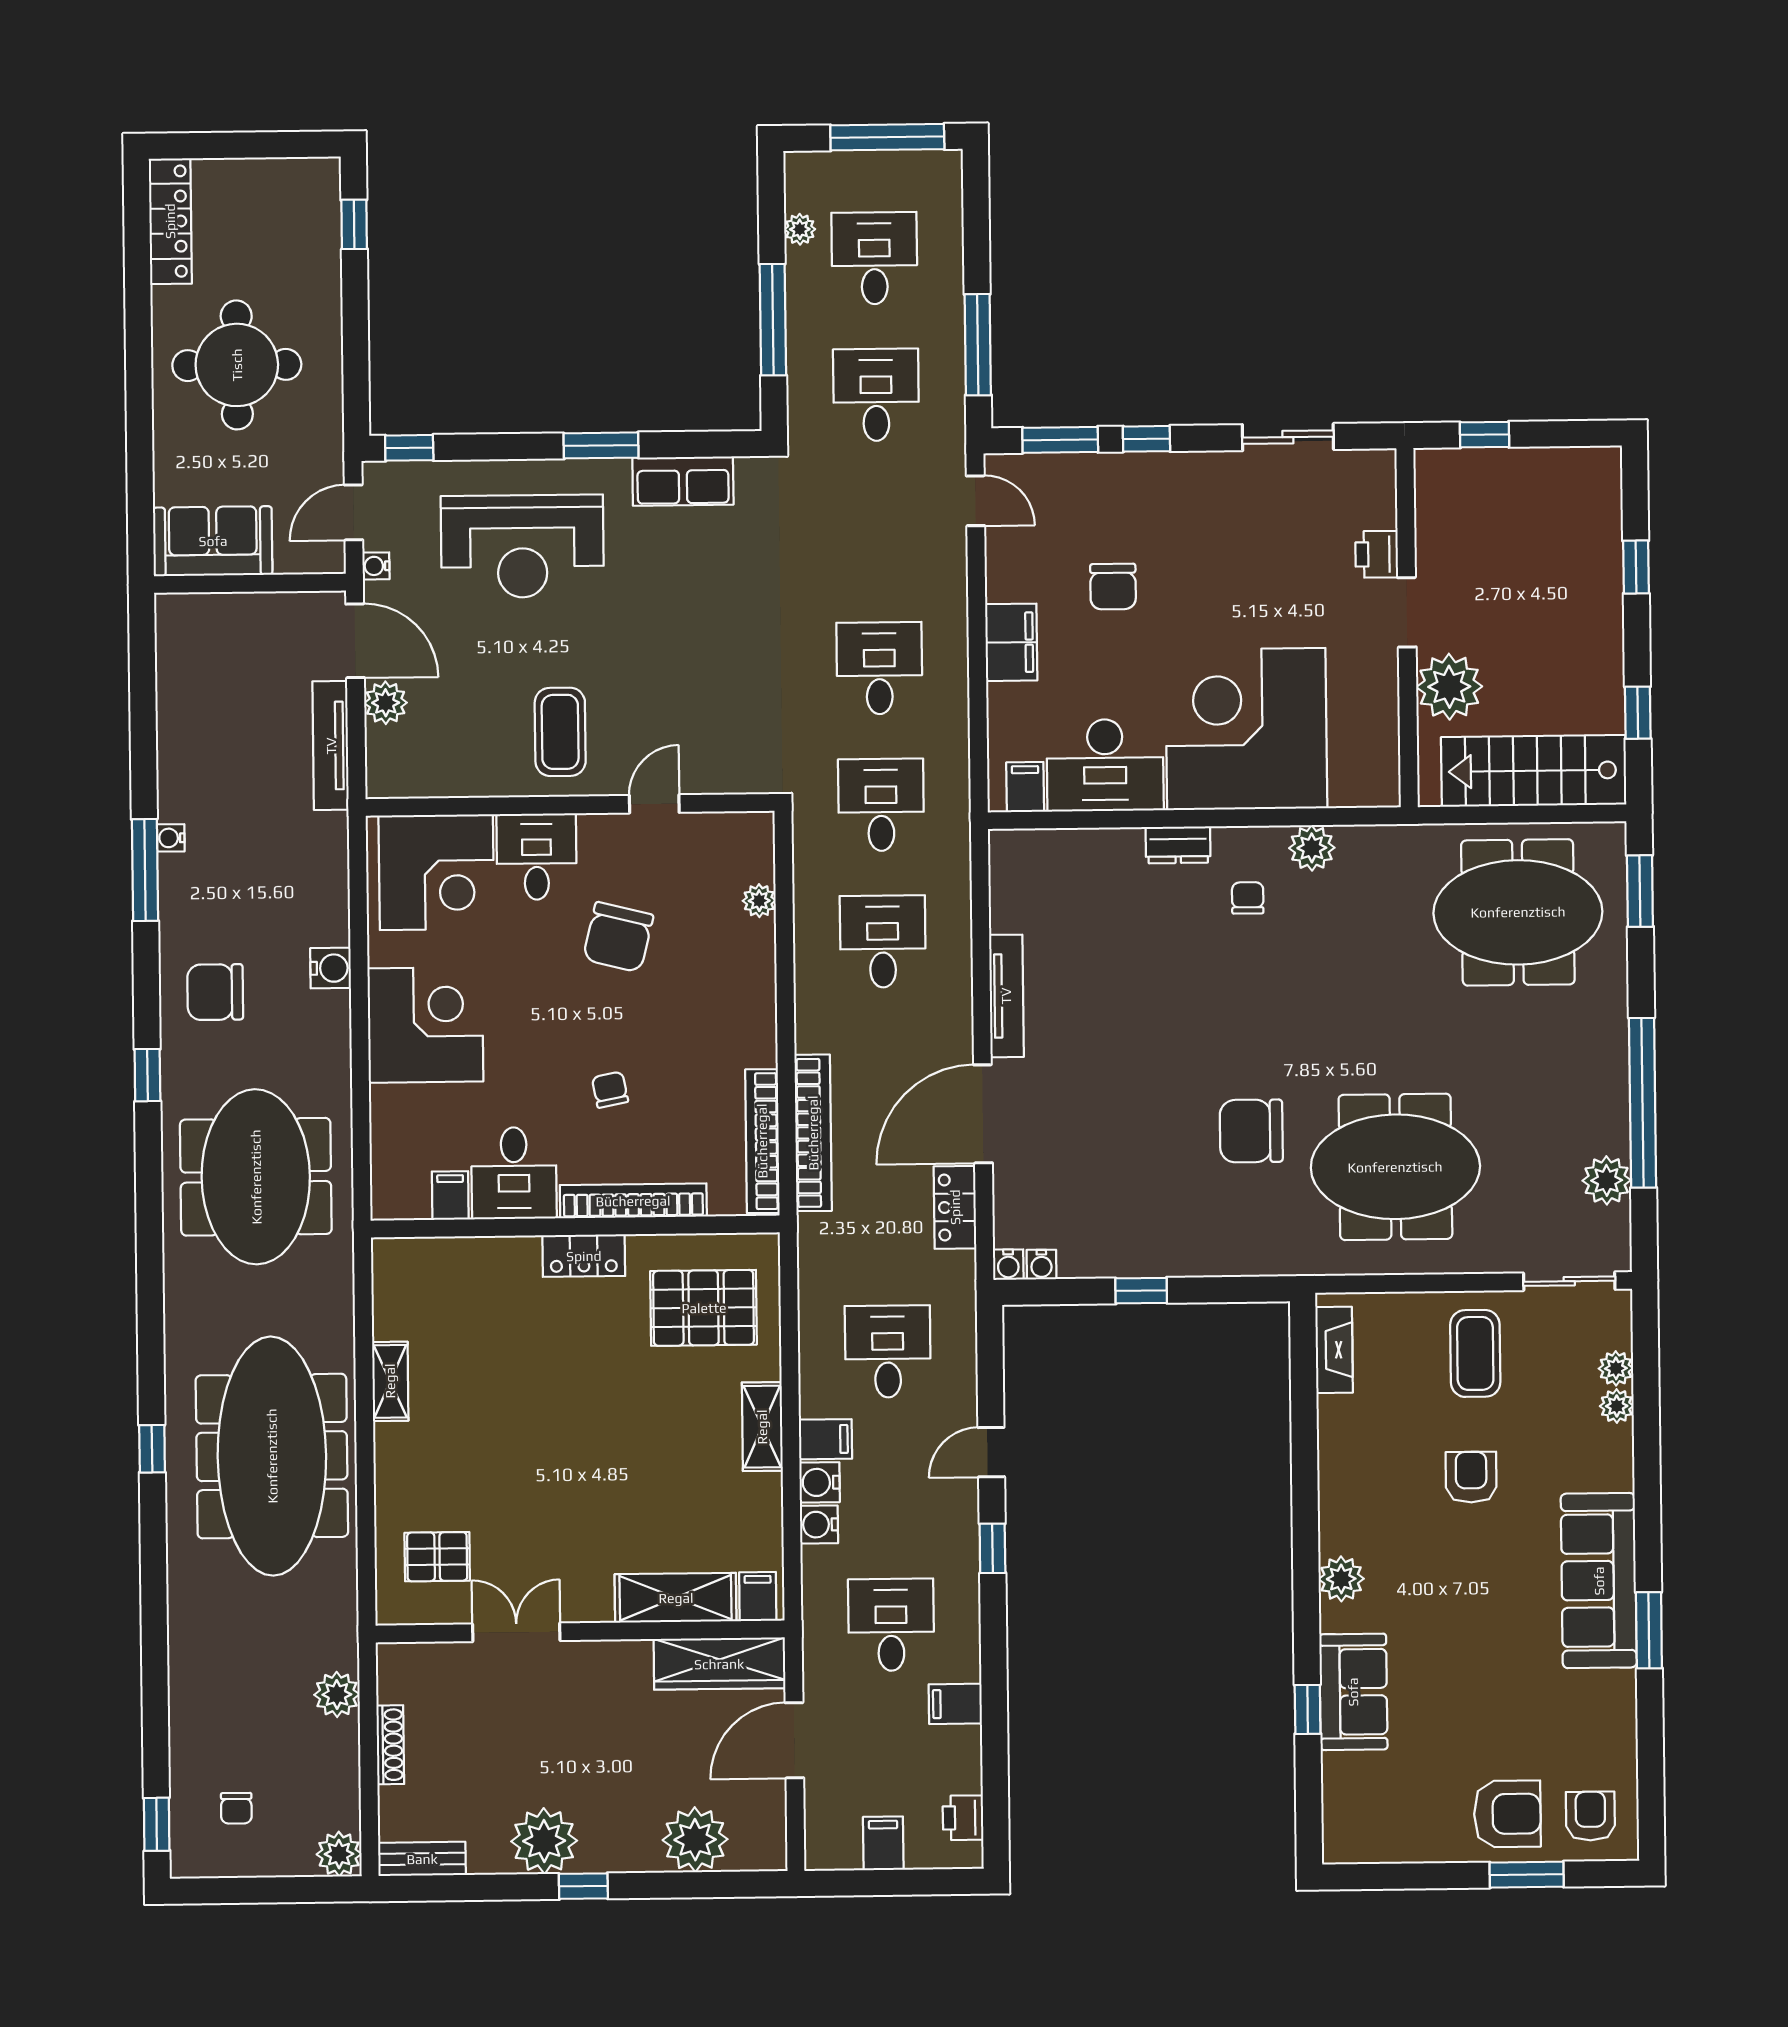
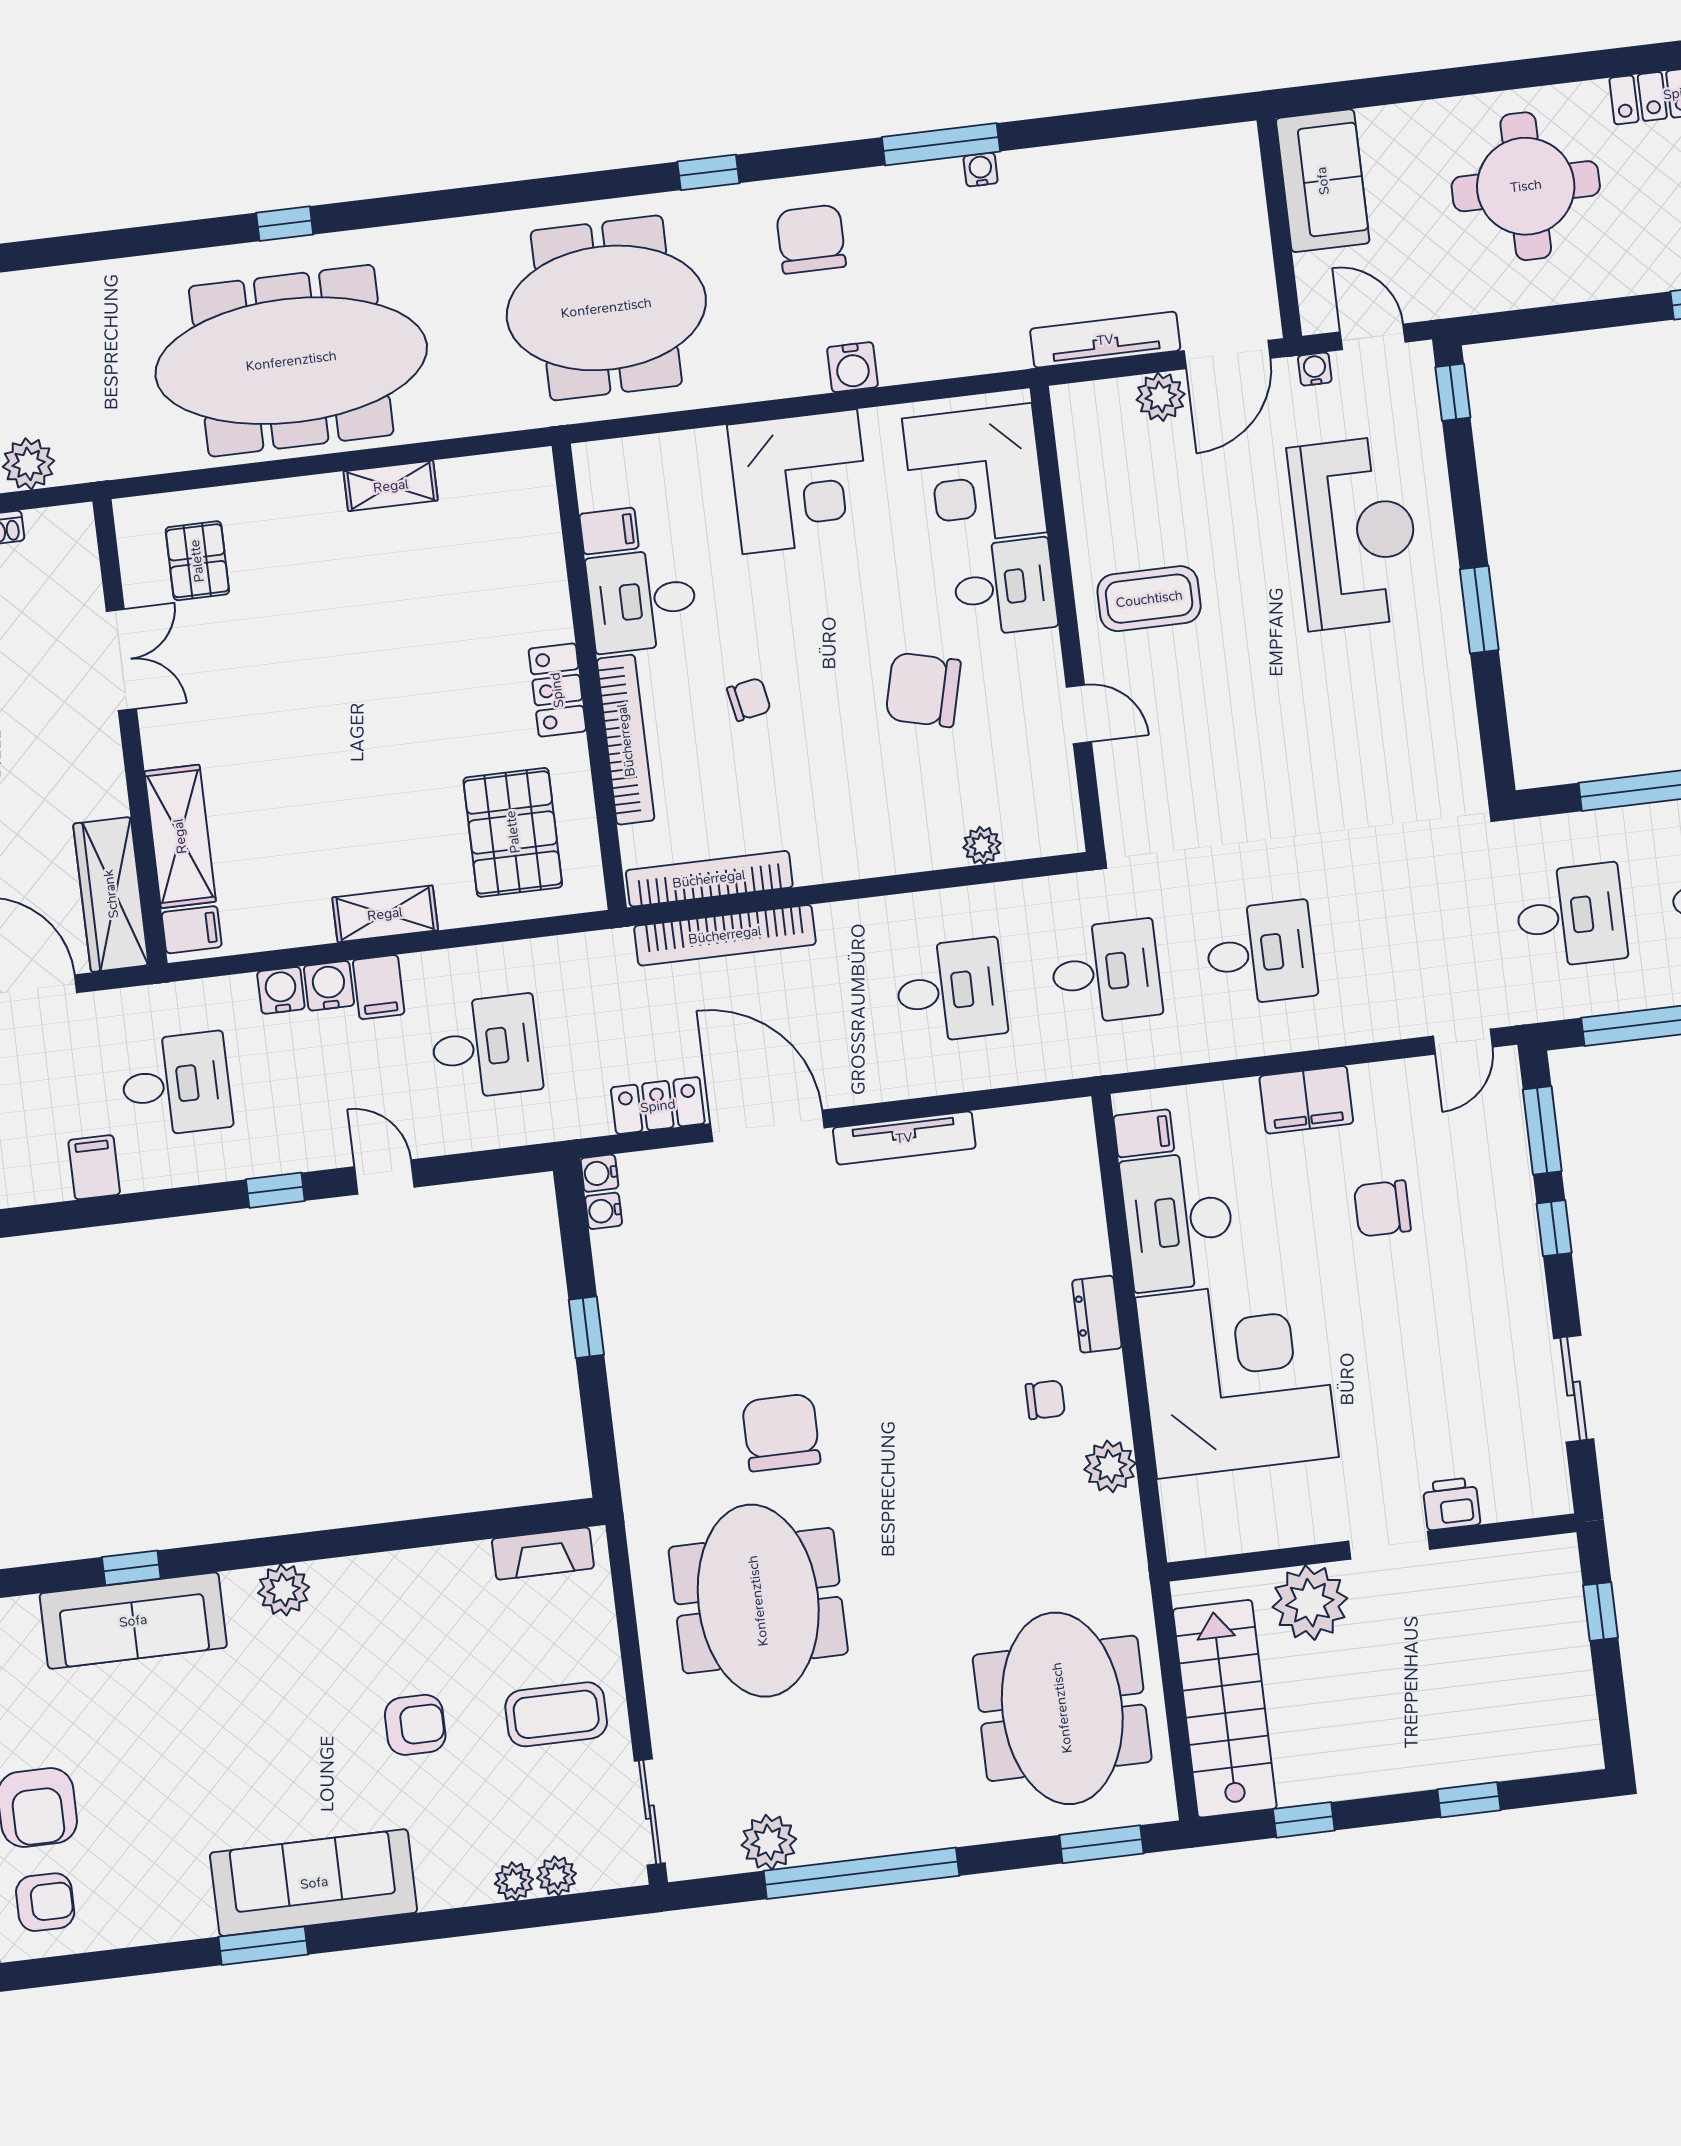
row of seats: (683, 481) -> (1449, 707), removed
reception desk: (522, 546) -> (1355, 533), turned 180
sofa: (1353, 1692) -> (133, 1621), width x1.36

